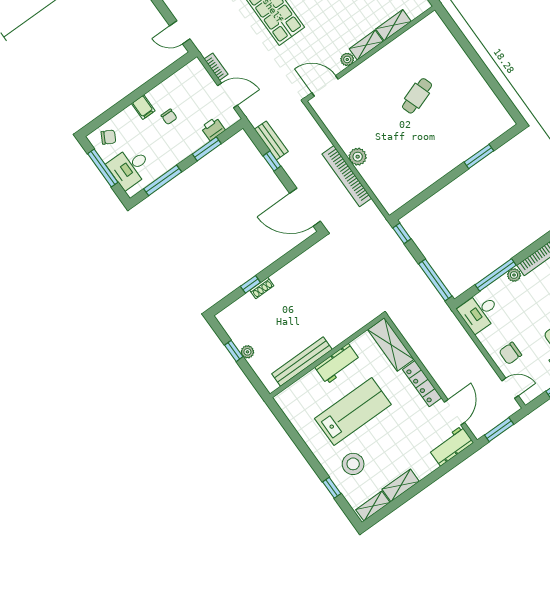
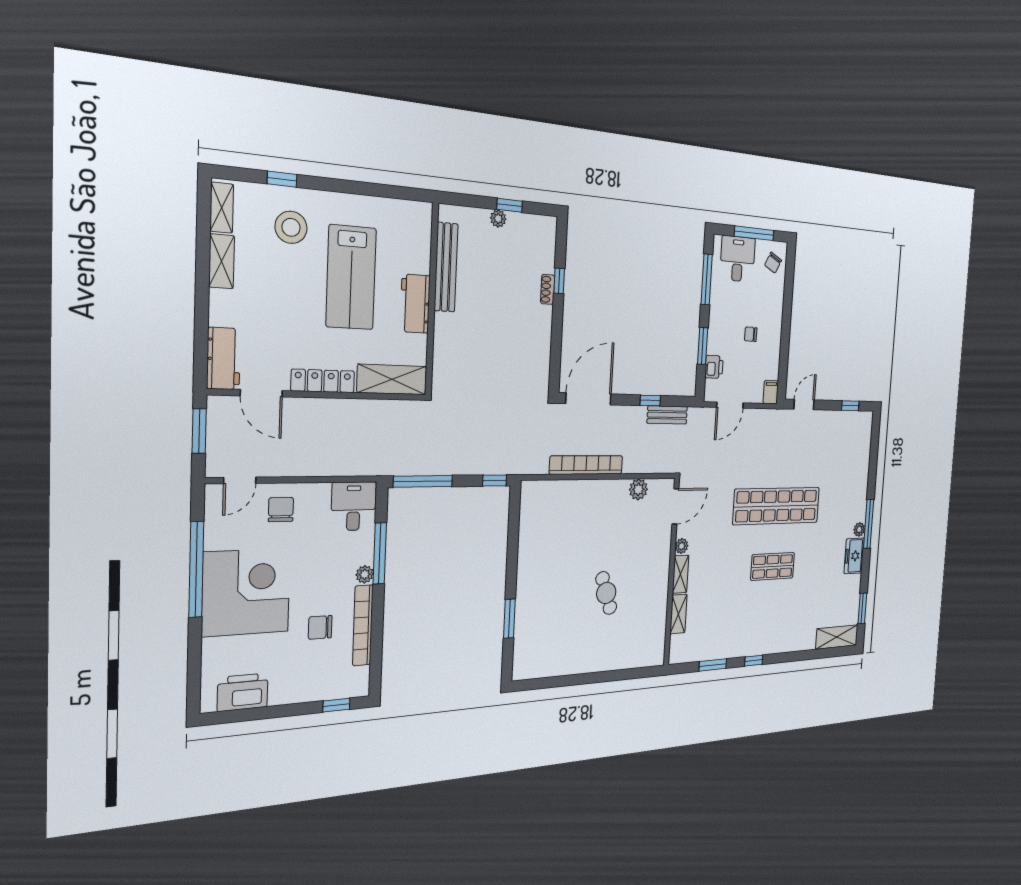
bookcase: (216, 67) -> (758, 414), removed
filing cabinet: (143, 107) -> (771, 392), moved, turned 90
plant: (358, 157) -> (638, 489), moved

